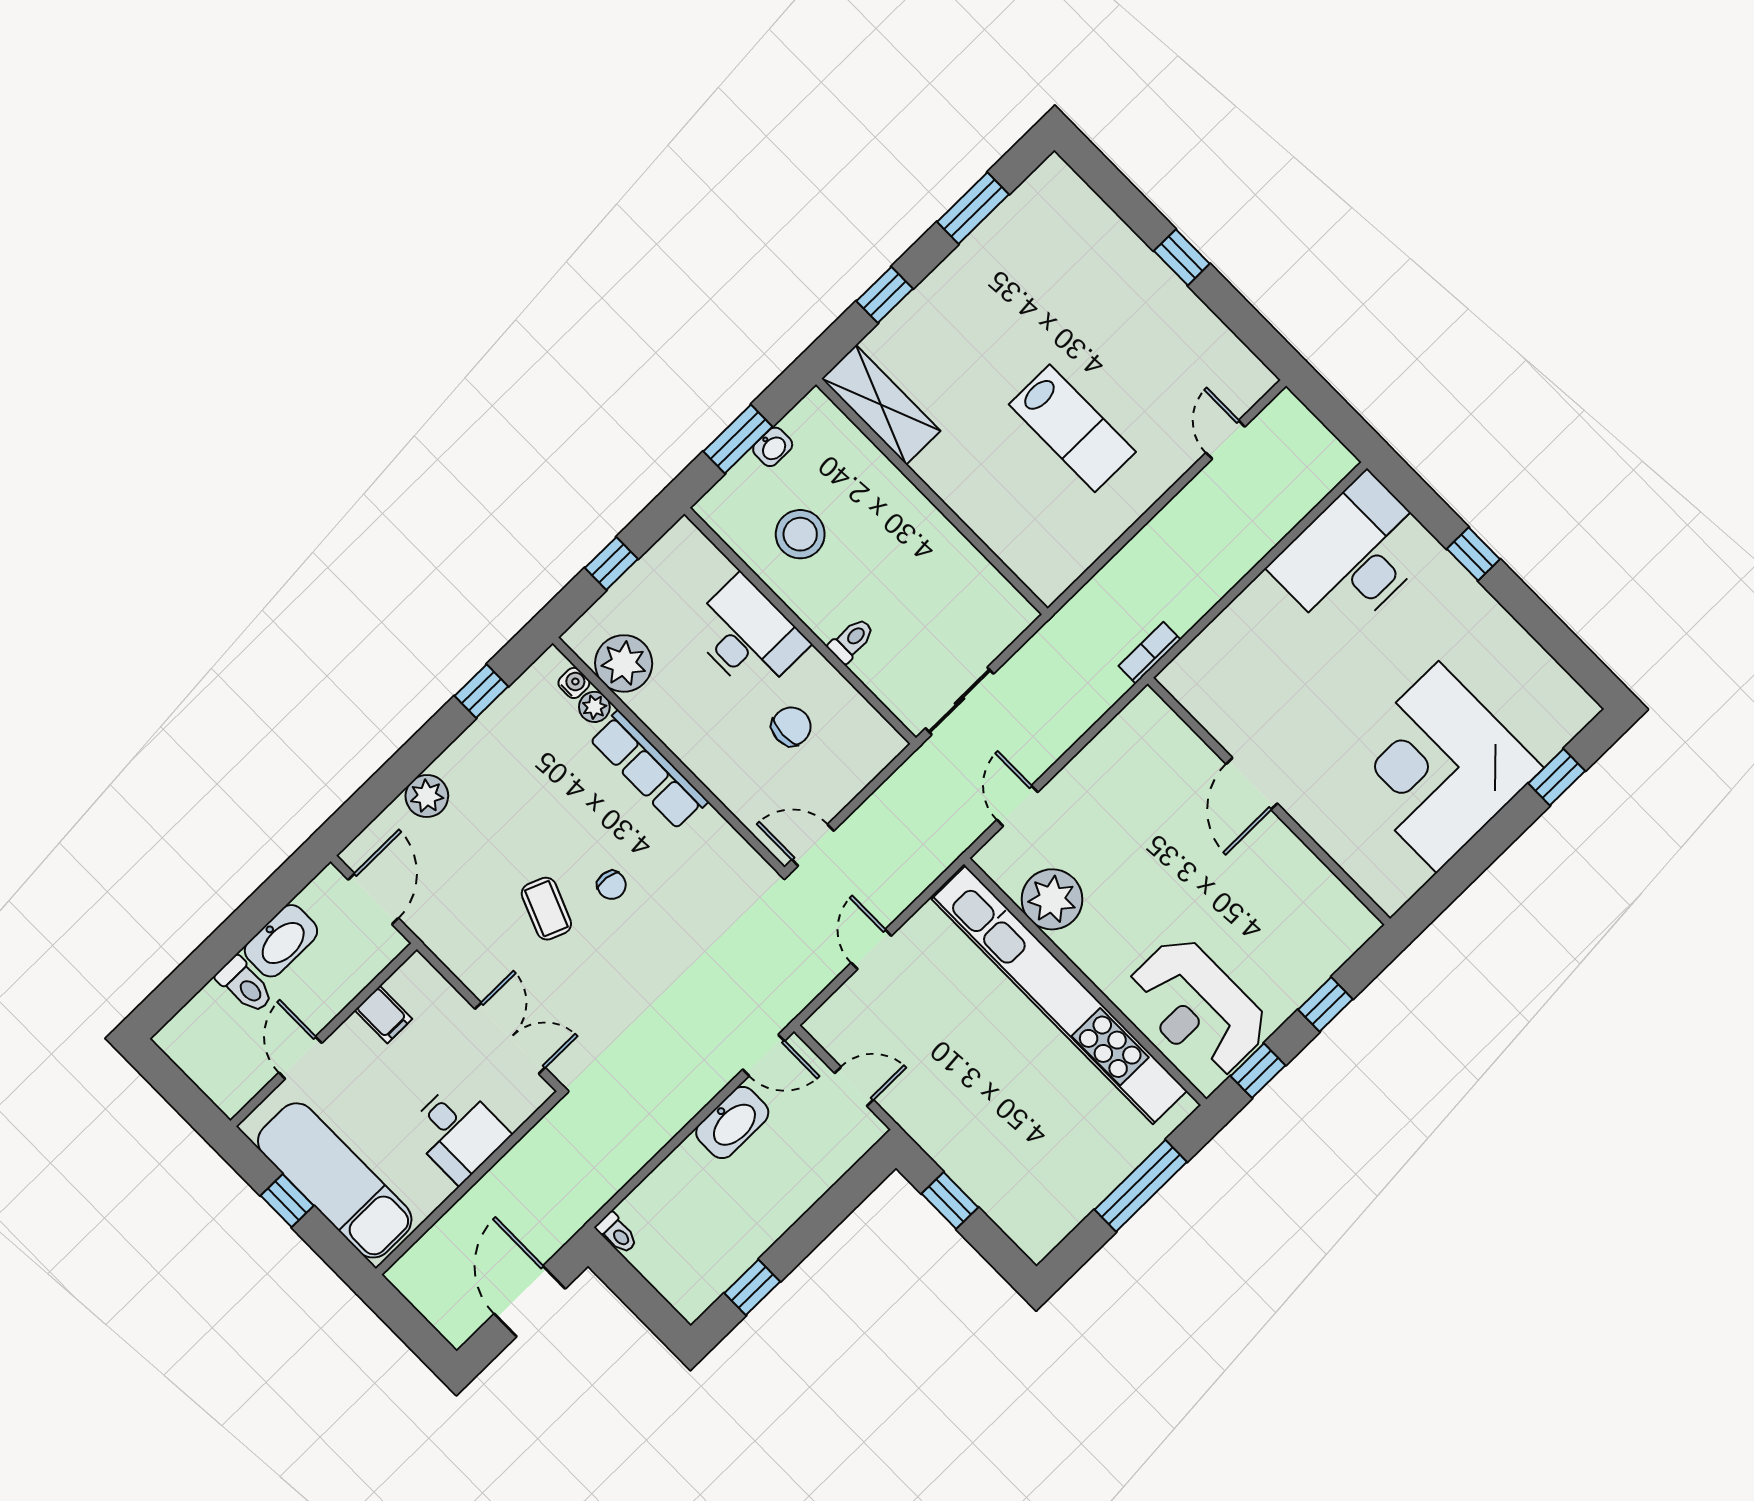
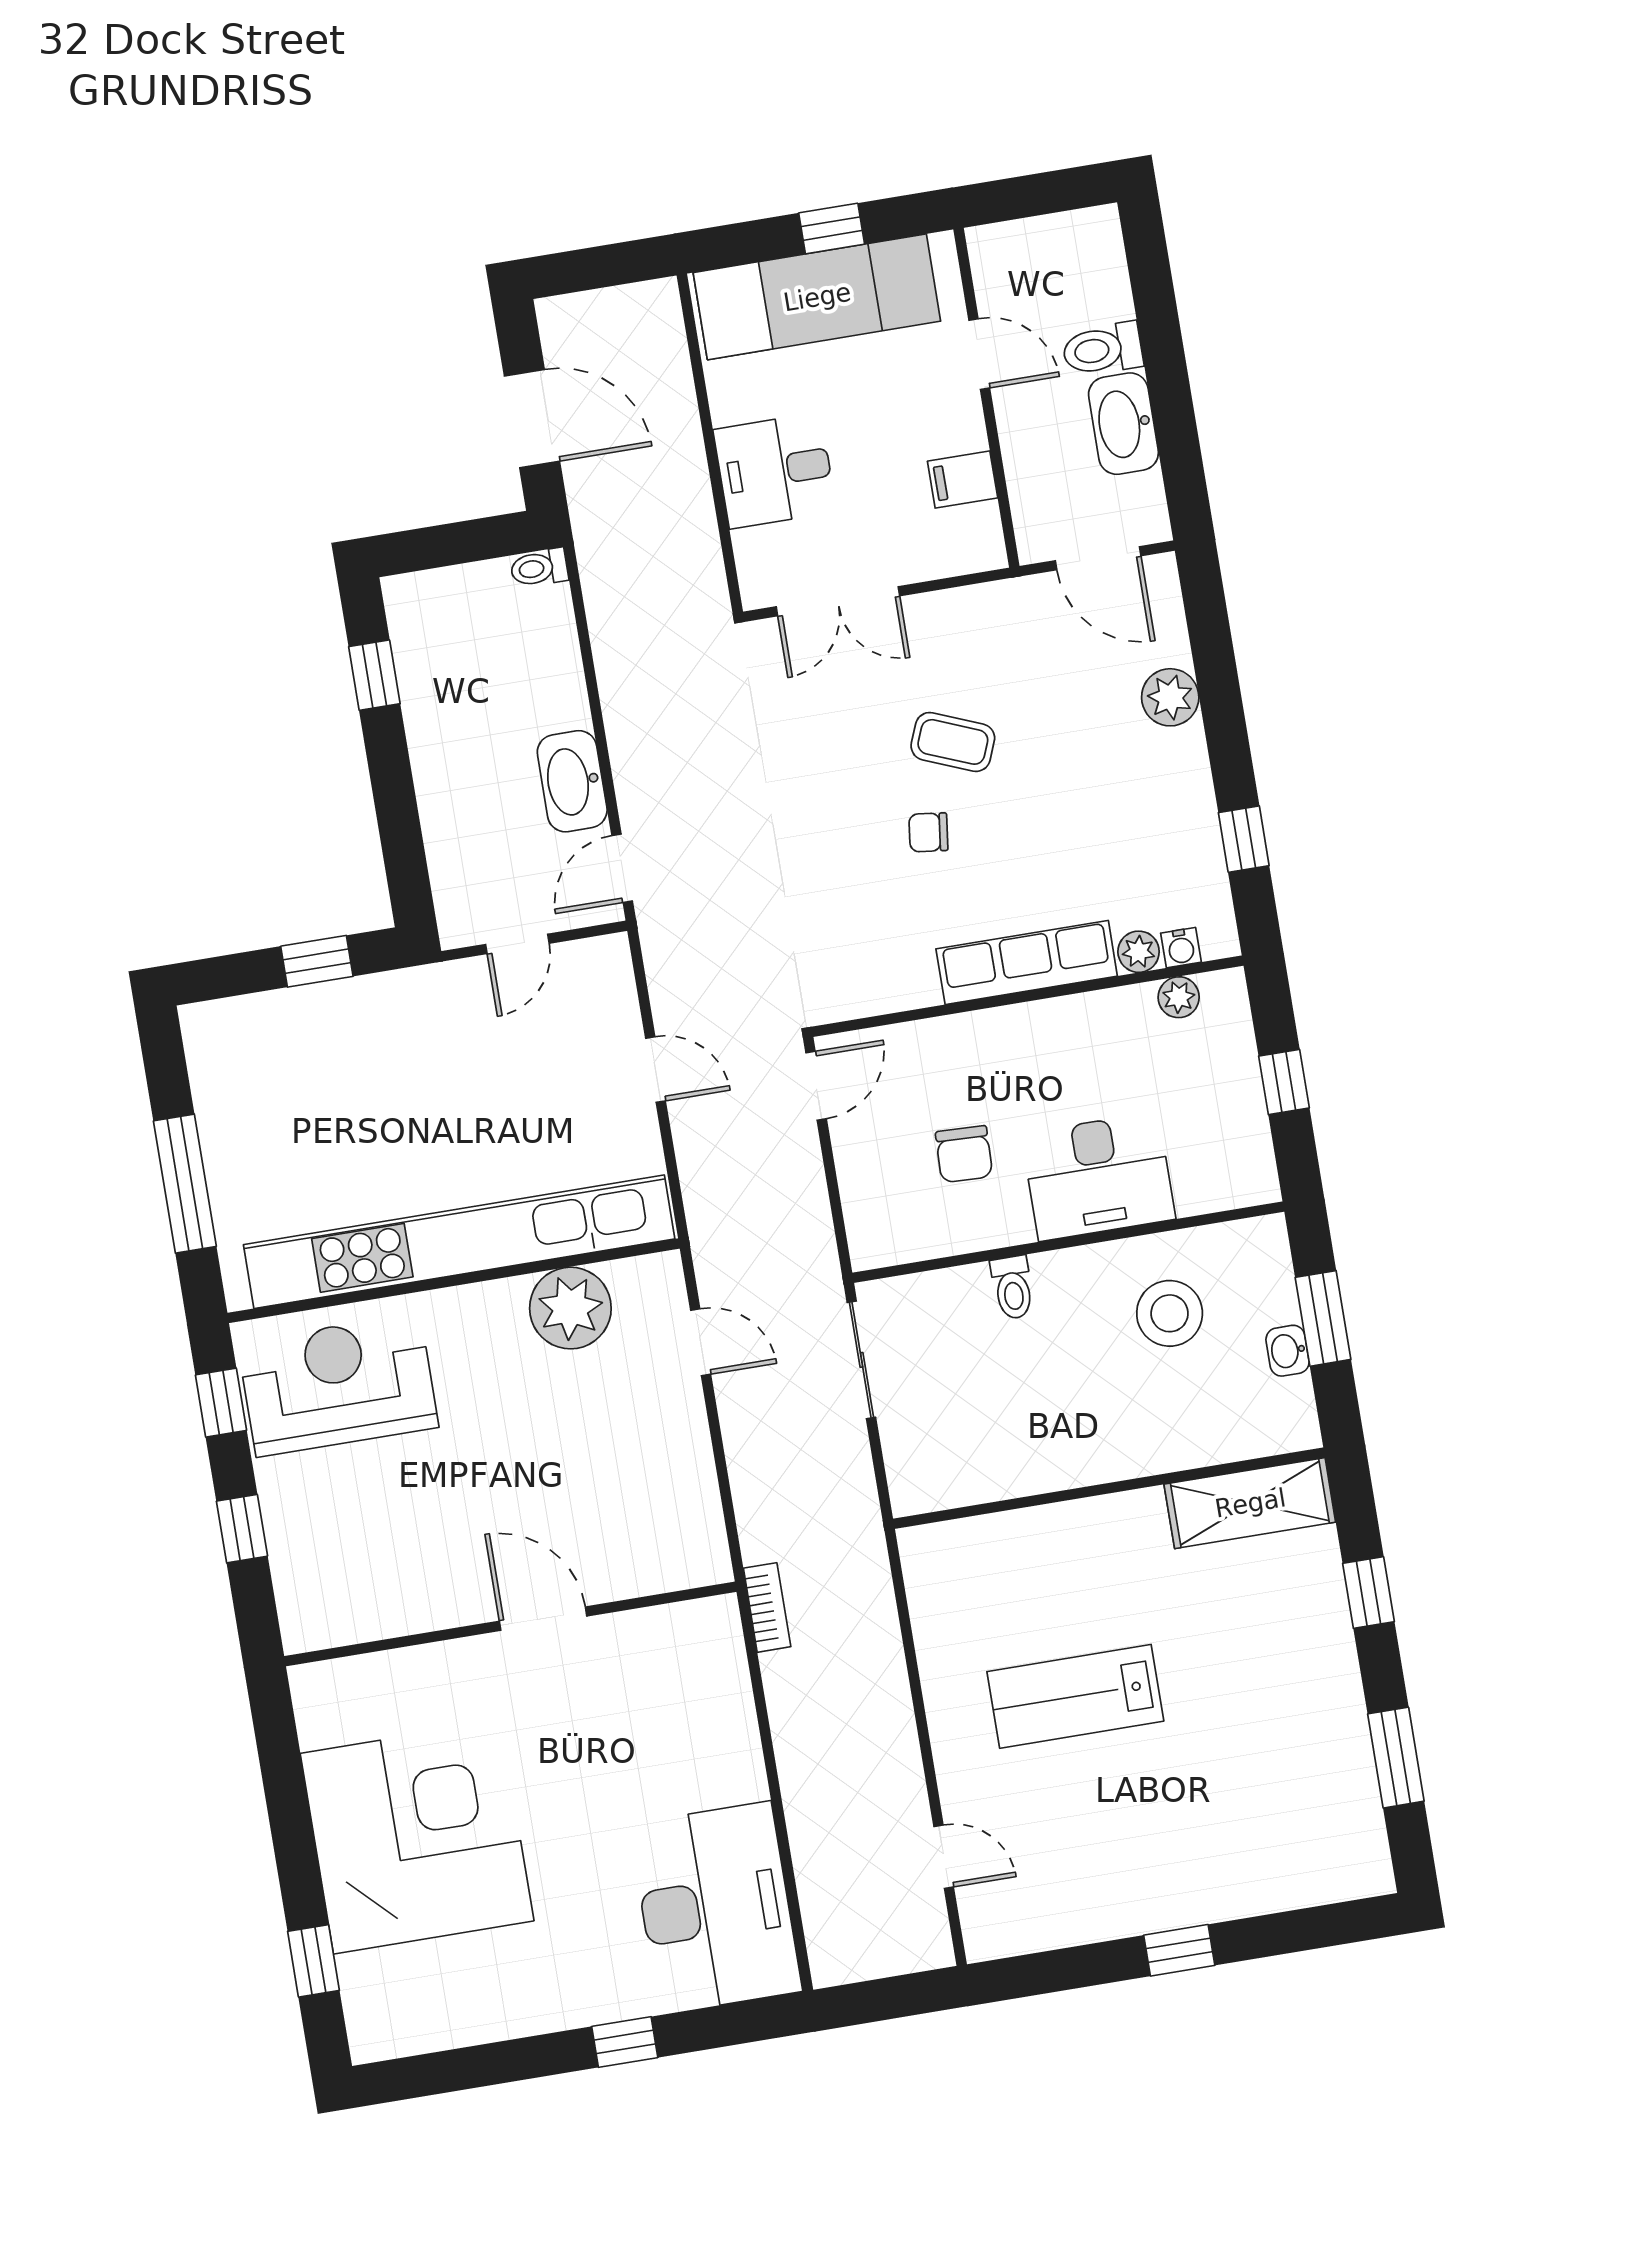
plant: (624, 663) -> (1179, 997), width x0.53, depth x0.53

